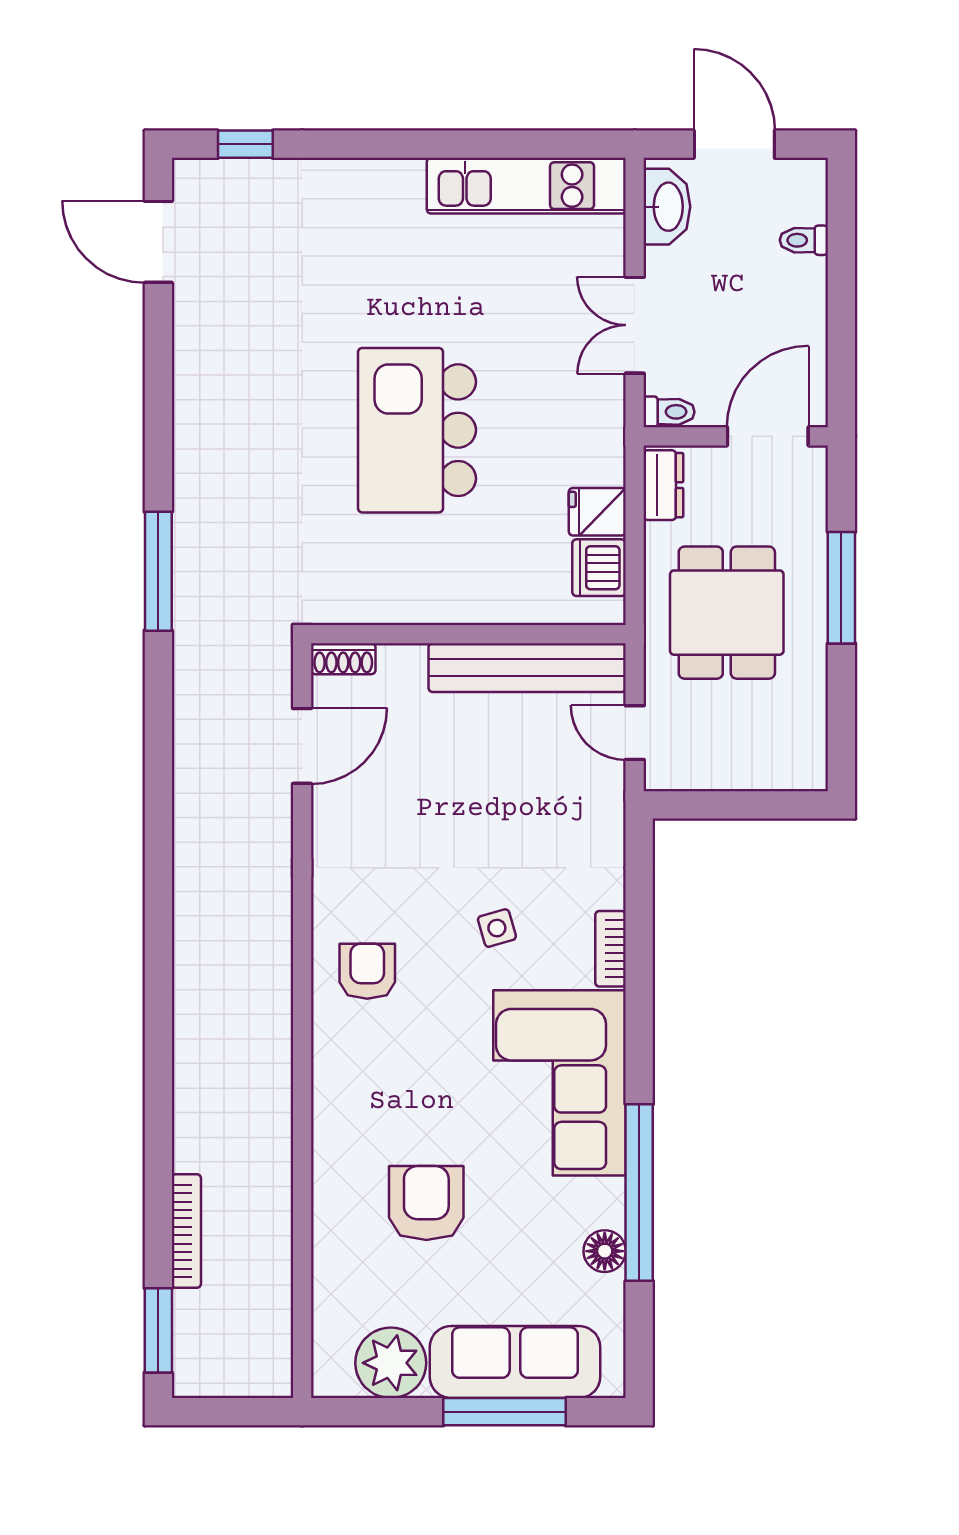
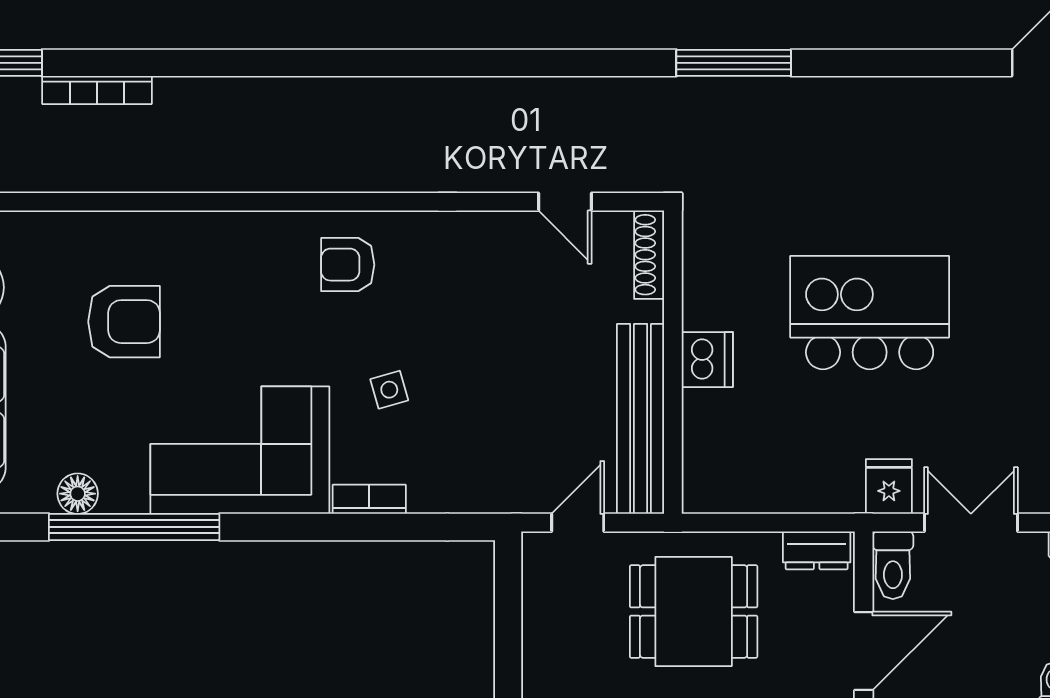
toilet: (669, 412) -> (893, 565), width x1.37, depth x1.39
door: (768, 436) -> (864, 651), hinge flipped
fridge: (597, 512) -> (889, 487), moved
dishwasher: (599, 568) -> (707, 360), moved, turned 90
shoe rack: (343, 659) -> (649, 255), width x1.43
door: (302, 746) -> (565, 202), width x0.73
armchair: (367, 971) -> (348, 265), turned 180

